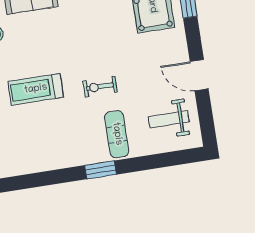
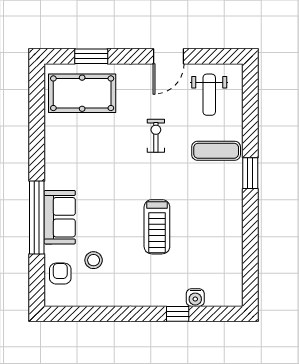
exercise bike: (100, 87) -> (156, 136), moved, turned 180

